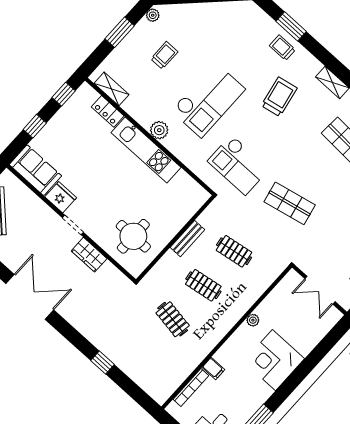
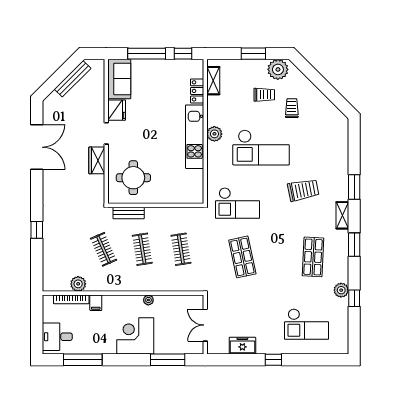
plant: (153, 15) -> (278, 69), width x1.88, depth x1.88
window: (291, 26) -> (354, 187), moved
trolley: (282, 48) -> (292, 108), moved
window: (35, 126) -> (147, 54), width x2.17
checkout: (238, 165) -> (237, 203), turned -90
bench: (187, 239) -> (129, 213), moved
clothes rail: (173, 319) -> (104, 249), turned -33
window: (321, 351) -> (168, 360), added
plant: (183, 369) -> (78, 284), added

